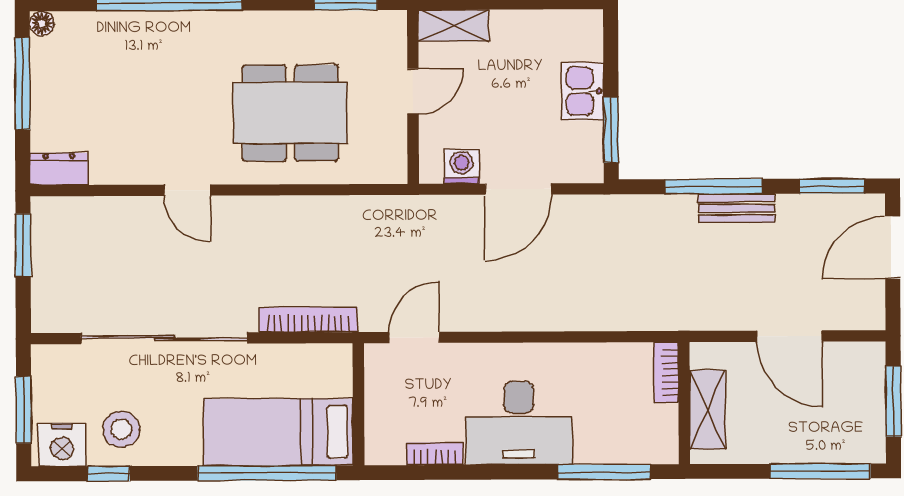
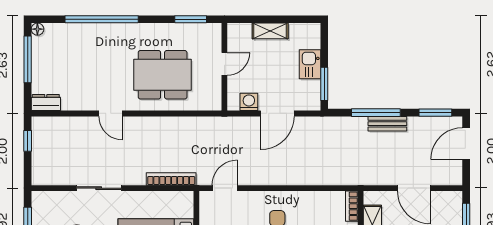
shelving: (453, 26) -> (270, 31), moved
window: (23, 245) -> (28, 141), width x0.67
sliding door: (164, 338) -> (99, 188), width x0.54

